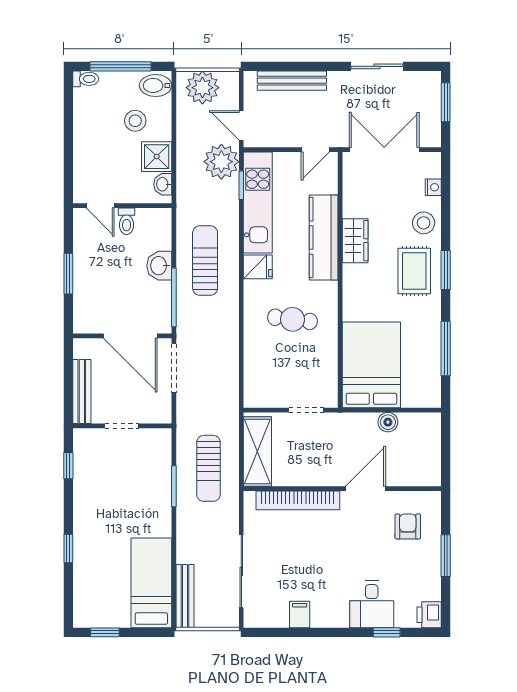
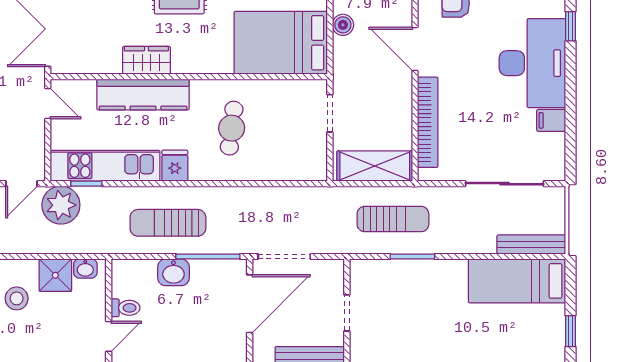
desk: (372, 604) -> (532, 63), width x1.87, depth x1.30

